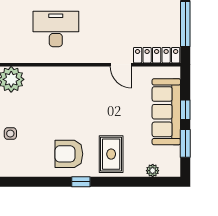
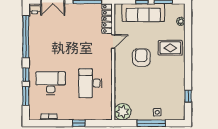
armchair: (69, 154) -> (141, 57), moved, turned 180
window: (81, 182) -> (188, 96), moved

